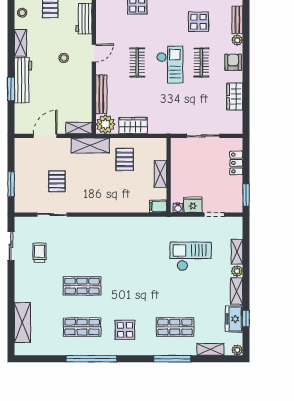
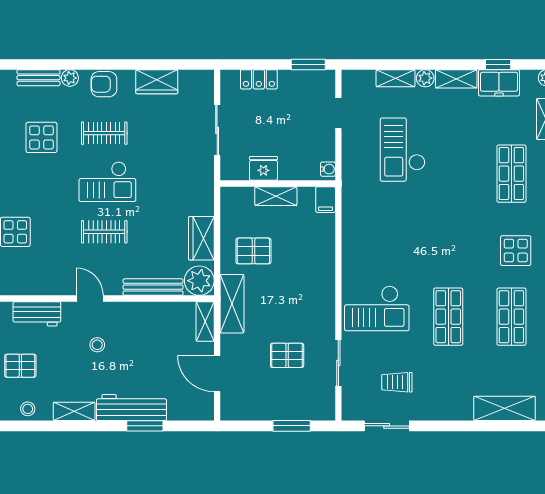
checkout: (170, 65) -> (107, 182), turned 180
fridge: (193, 205) -> (263, 168), moved, turned 90
checkout: (87, 240) -> (377, 308), added

